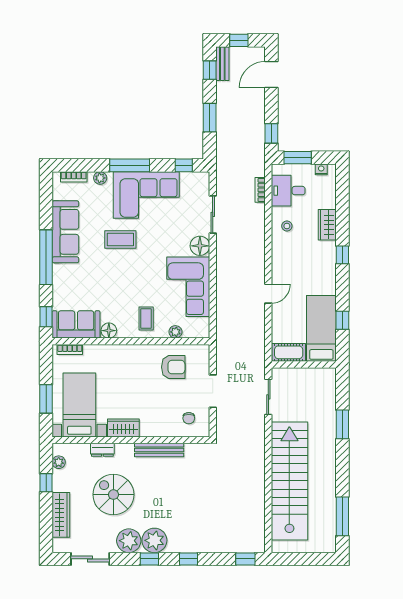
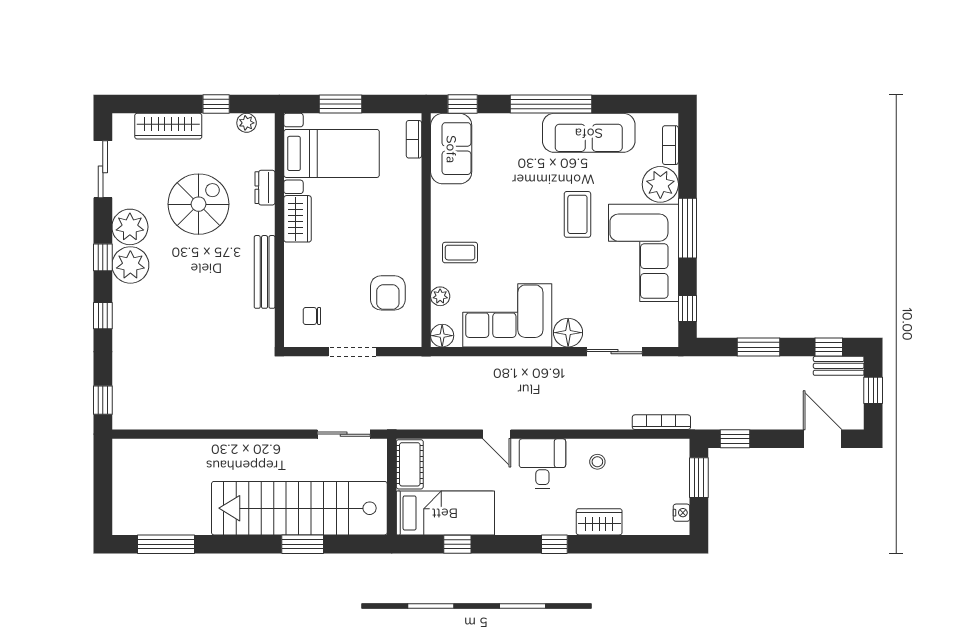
plant: (100, 178) -> (660, 184), width x1.88, depth x1.88
bookcase: (260, 190) -> (661, 422), width x1.56
desk: (288, 191) -> (542, 464), moved
floor lamp: (109, 331) -> (442, 336), moved
stairs: (289, 481) -> (299, 508), moved, turned 180

